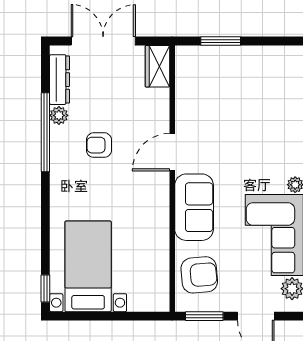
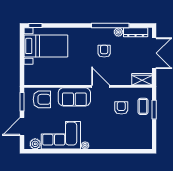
coffee table: (214, 64) -> (143, 106), added
armchair: (217, 109) -> (121, 108), added
armchair: (199, 275) -> (42, 99), turned -85

